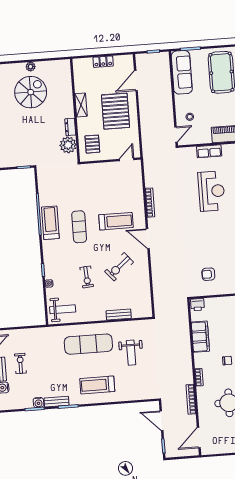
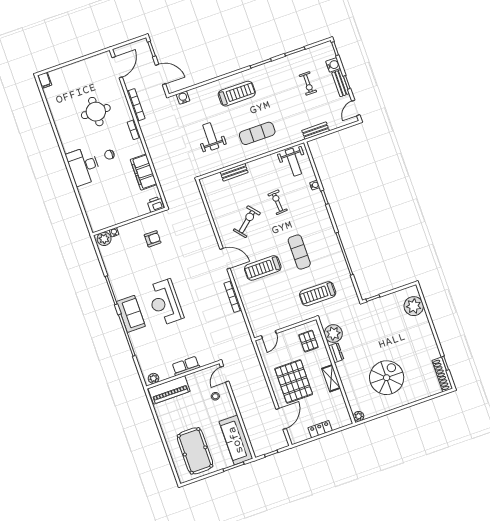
plant: (31, 67) -> (359, 416), moved
spiral stairs: (31, 92) -> (387, 378), turned 180
reception desk: (212, 191) -> (165, 302), moved
treadmill: (50, 223) -> (318, 294), moved, turned 90
weight bench: (63, 309) -> (293, 162), turned -90
exercise mat: (88, 344) -> (257, 133), width x0.73, depth x0.69
exercise bike: (20, 363) -> (308, 83), moved
bench: (57, 402) -> (316, 131), moved
water cooler: (38, 403) -> (183, 98), moved

